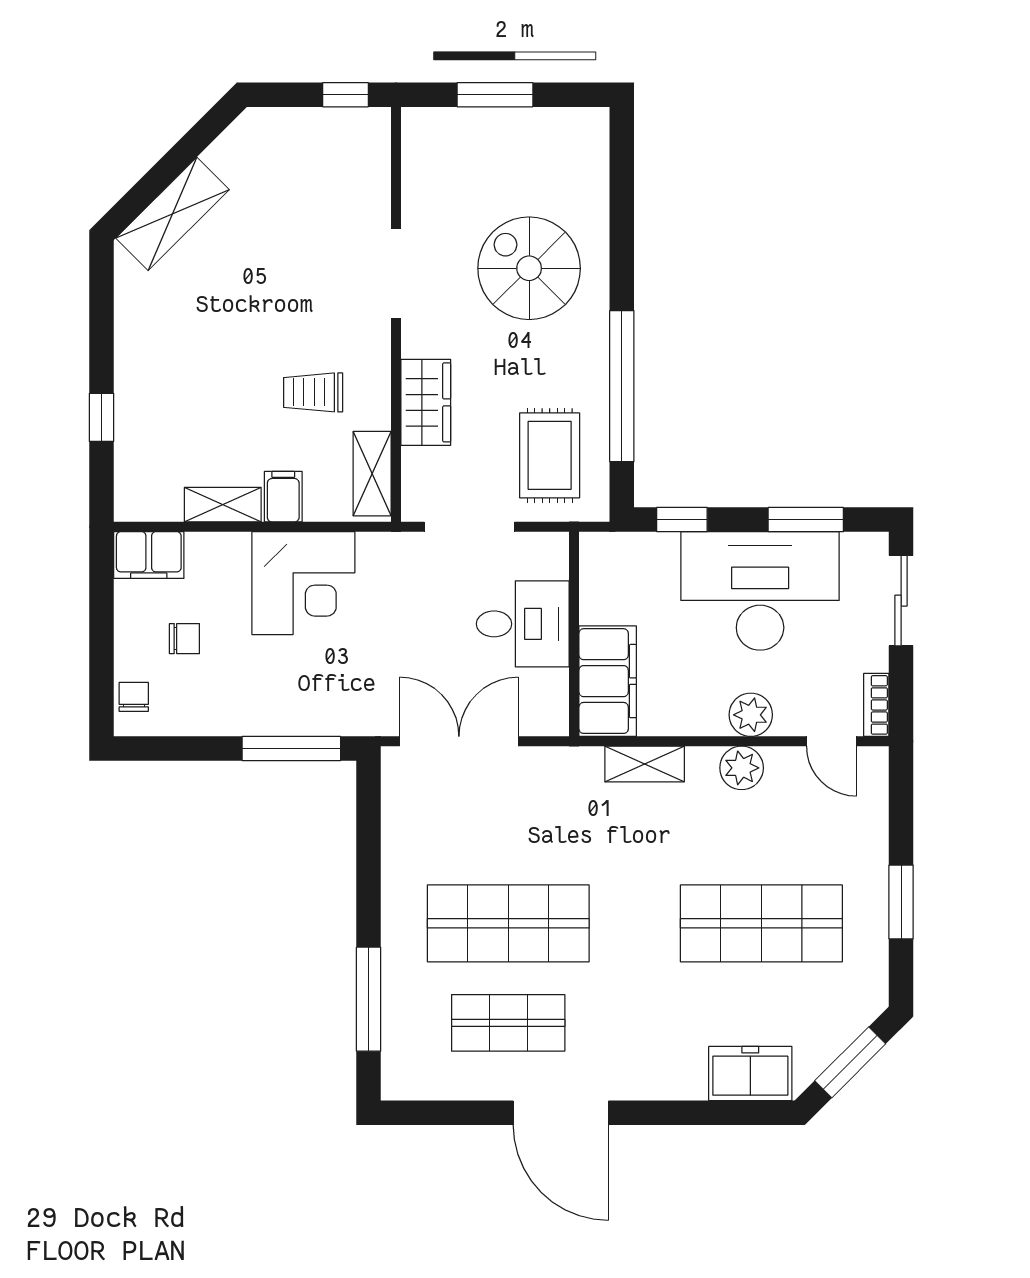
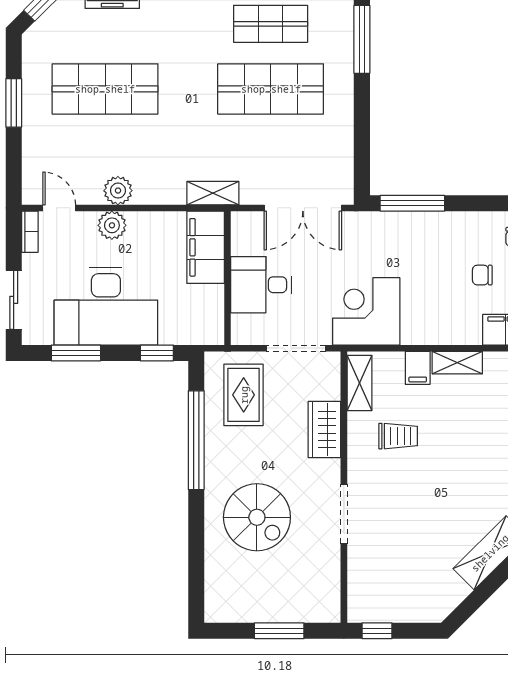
corner desk: (303, 583) -> (366, 311), moved
shelving: (645, 764) -> (213, 193), moved

